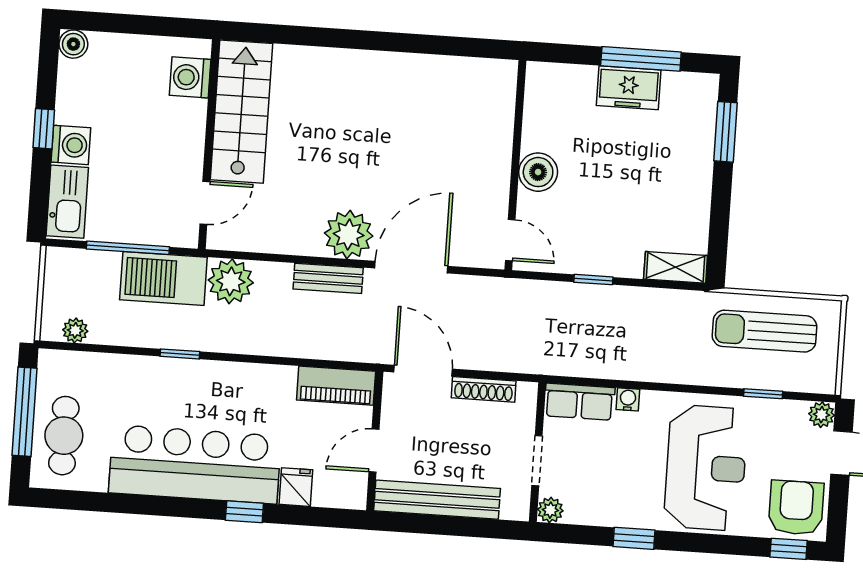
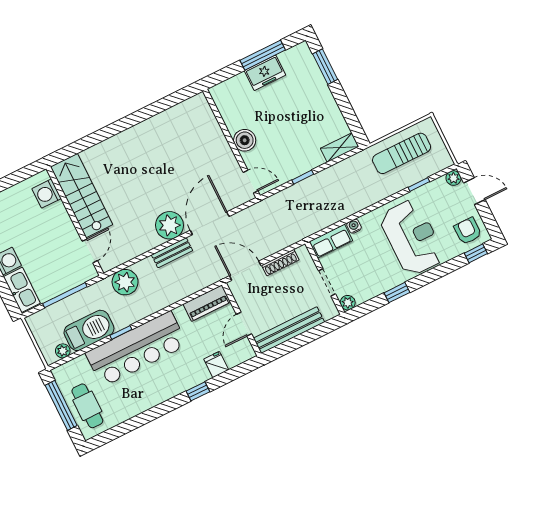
barbecue: (163, 278) -> (89, 330), moved, turned 180
bar counter: (195, 464) -> (136, 349), moved, turned 180
armchair: (796, 508) -> (468, 231), width x0.72, depth x0.72

